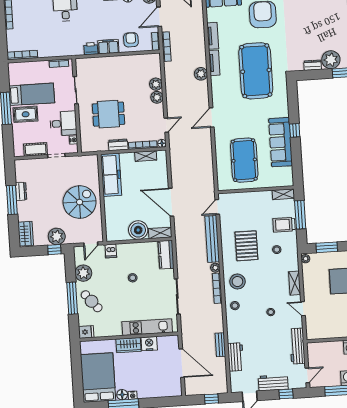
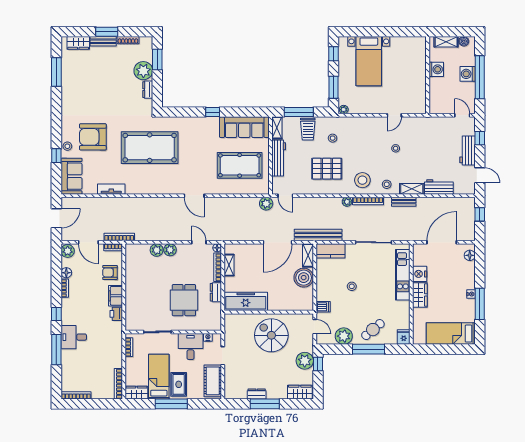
tv unit: (214, 63) -> (139, 189), removed
wardrobe: (15, 73) -> (136, 393), added
plant: (201, 74) -> (266, 204), moved
sofa: (281, 142) -> (244, 127), moved
cot: (36, 149) -> (213, 381), width x1.37, depth x1.34
bench: (212, 239) -> (318, 235), moved
shelving: (295, 283) -> (412, 189), moved
bench: (220, 345) -> (404, 202), moved
workbench: (297, 346) -> (279, 158), moved, turned -90
bed: (98, 377) -> (451, 334), width x0.67
floor lamp: (122, 395) -> (470, 255), moved

